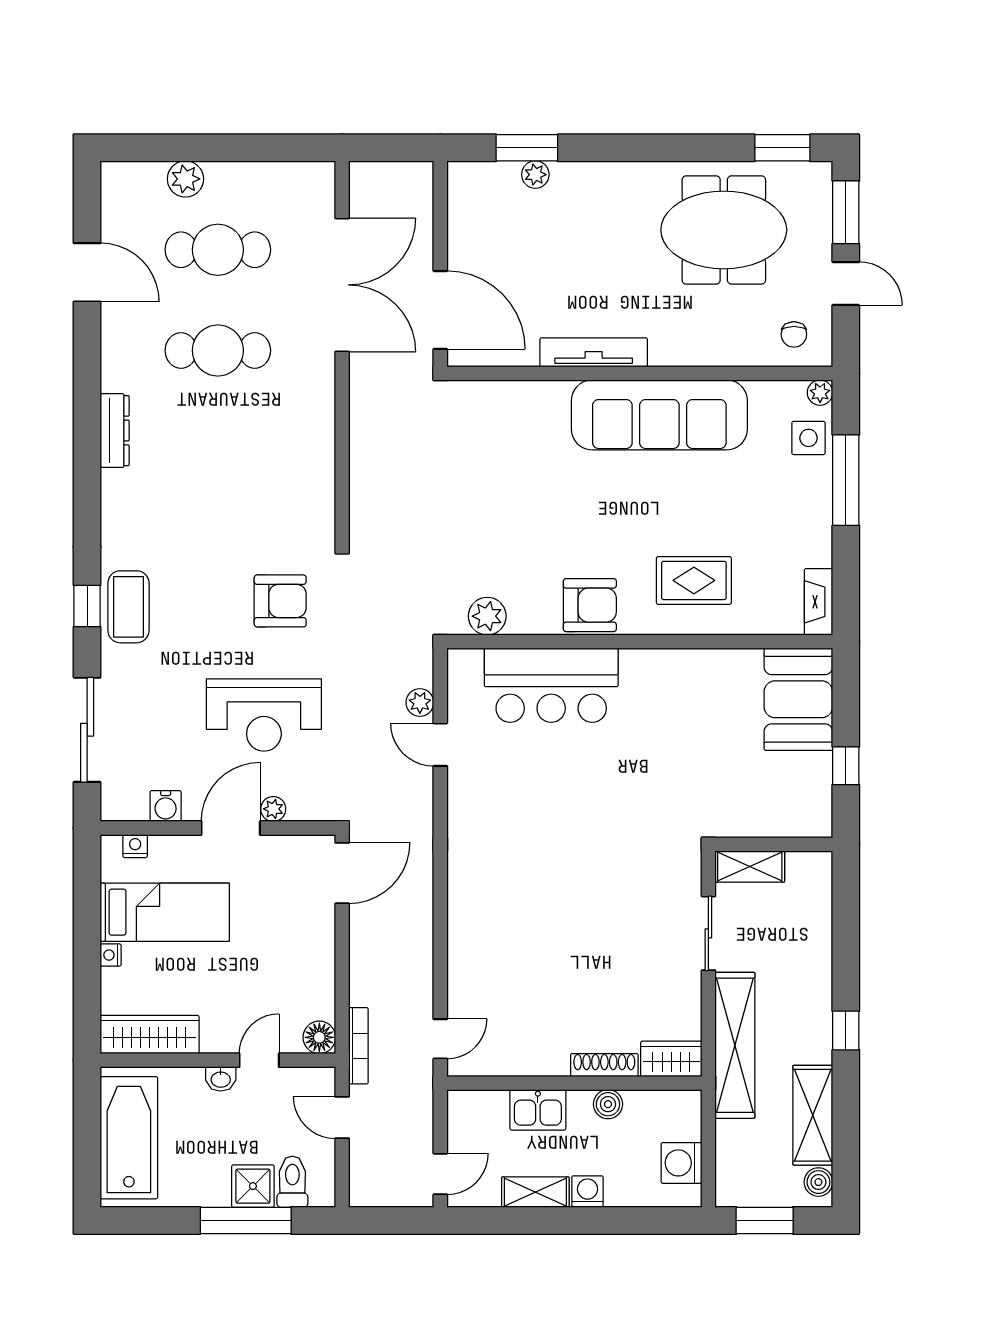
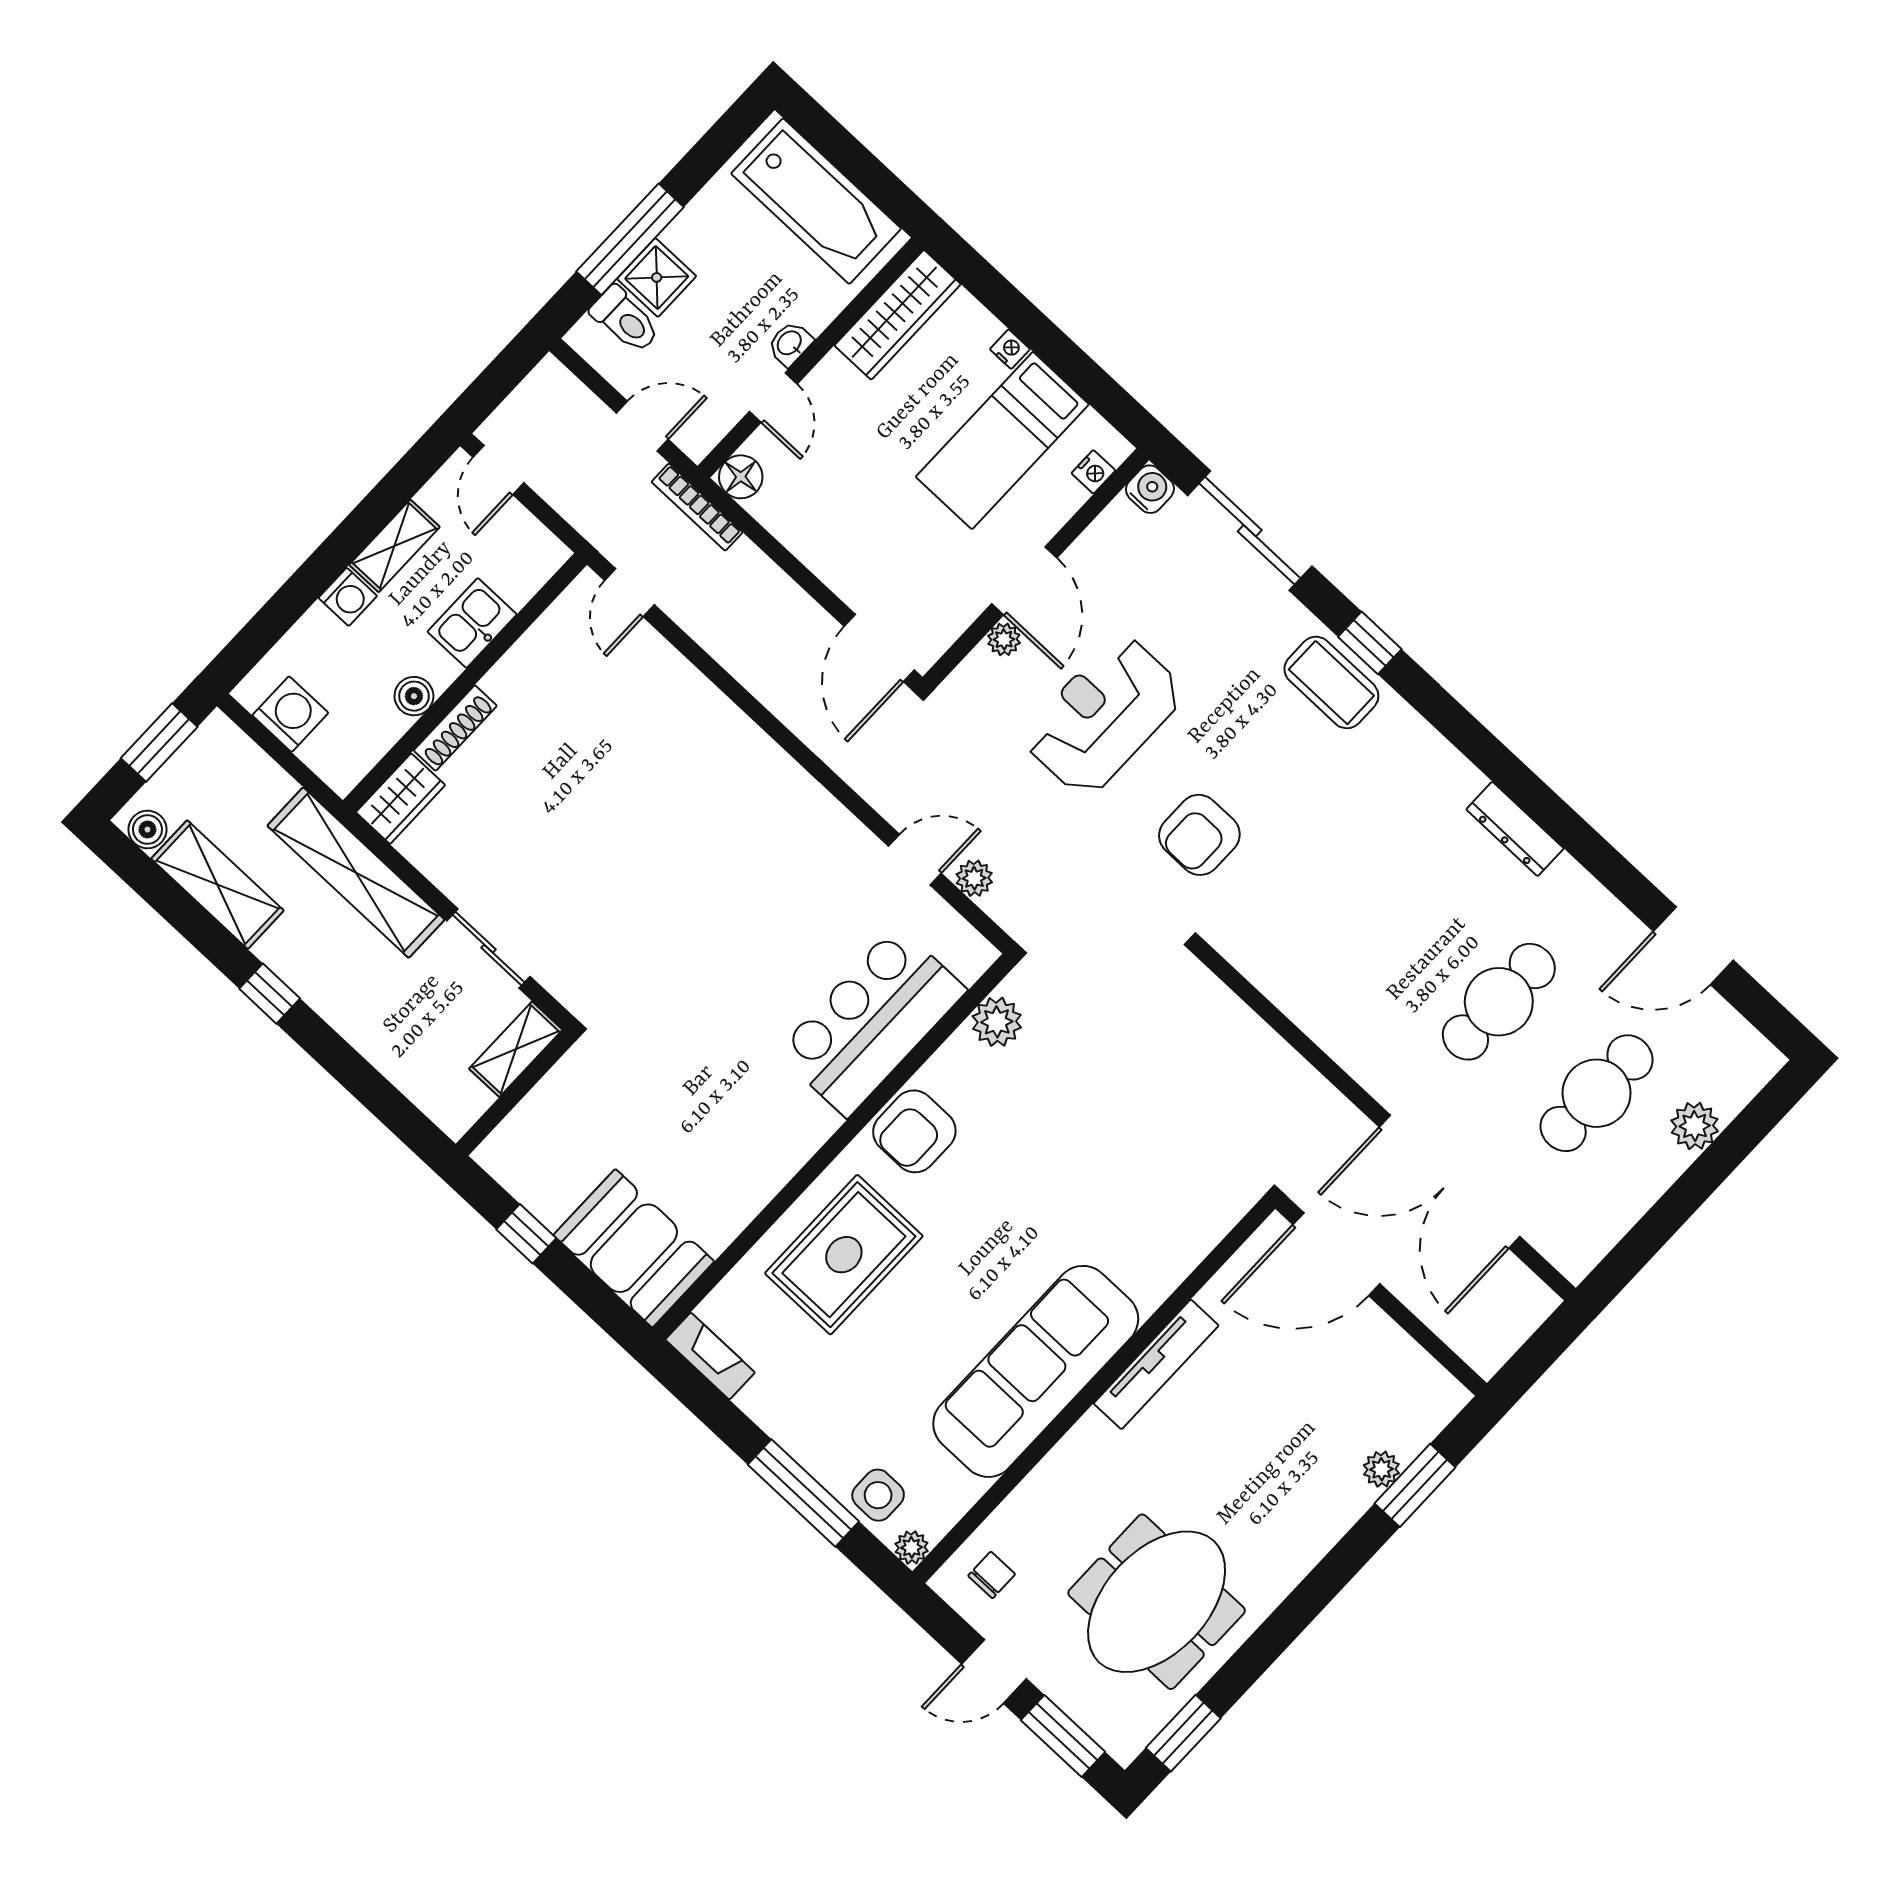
chair: (794, 334) -> (992, 1575), turned 90
rug: (694, 580) -> (844, 1255), width x1.36, depth x1.43
water cooler: (166, 806) -> (1150, 489), moved, turned 90

